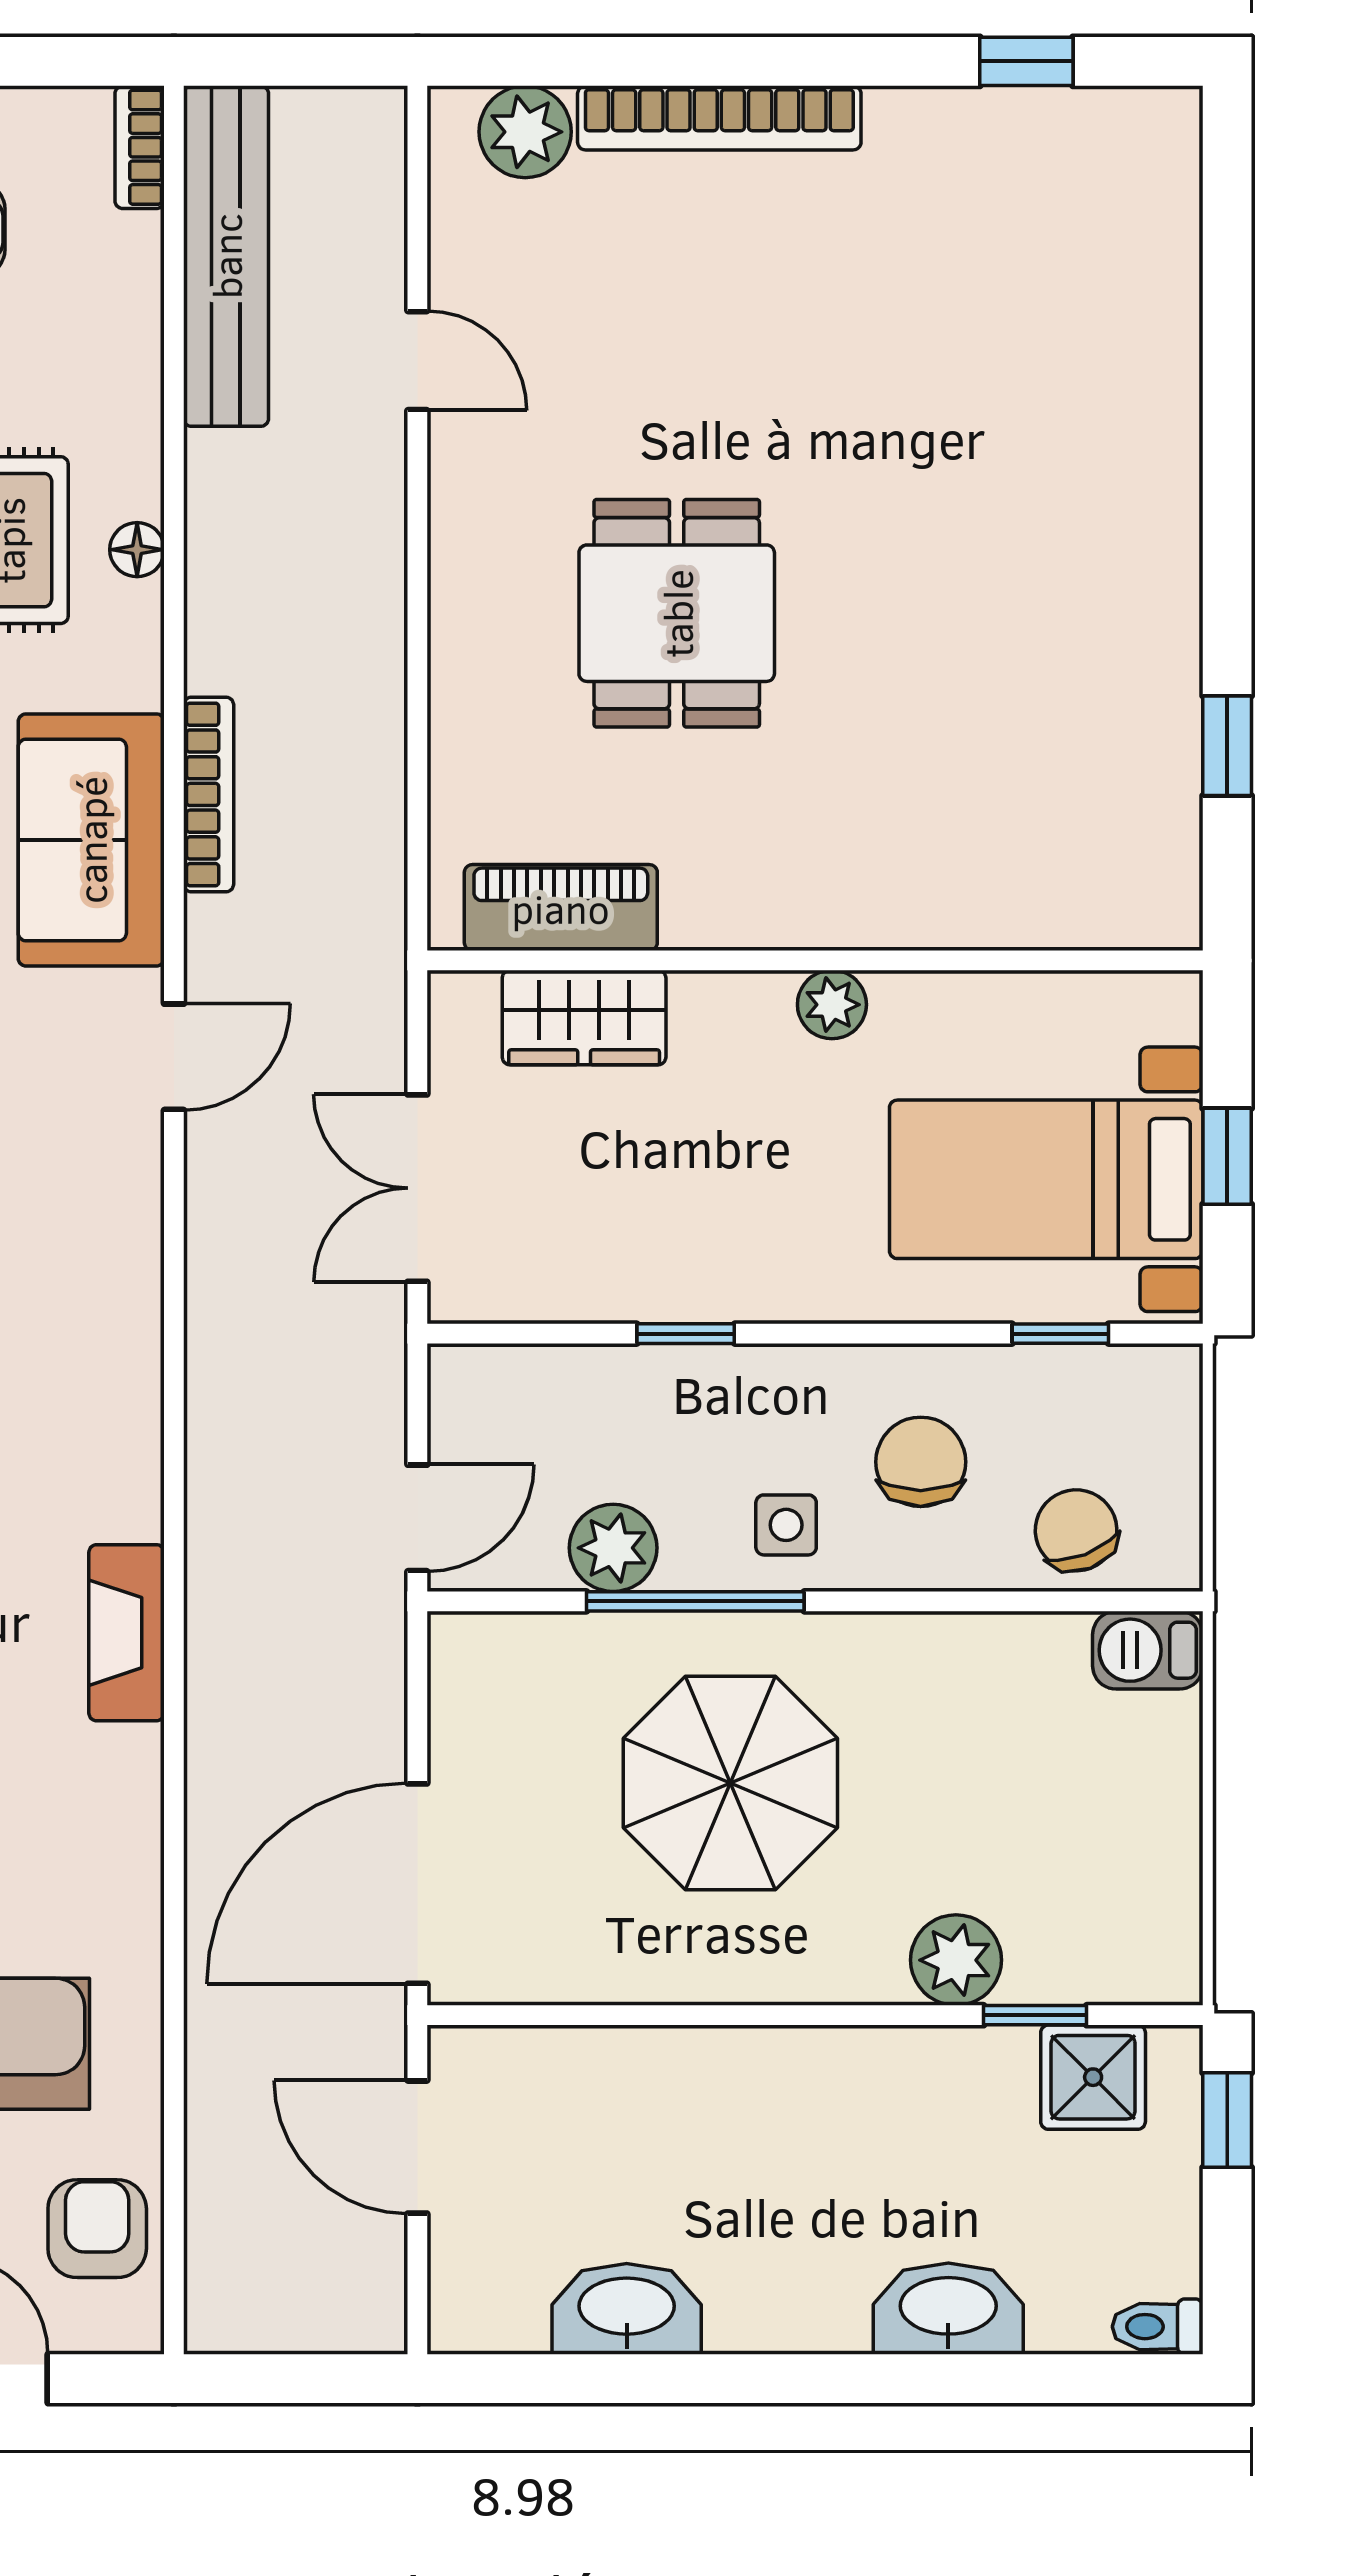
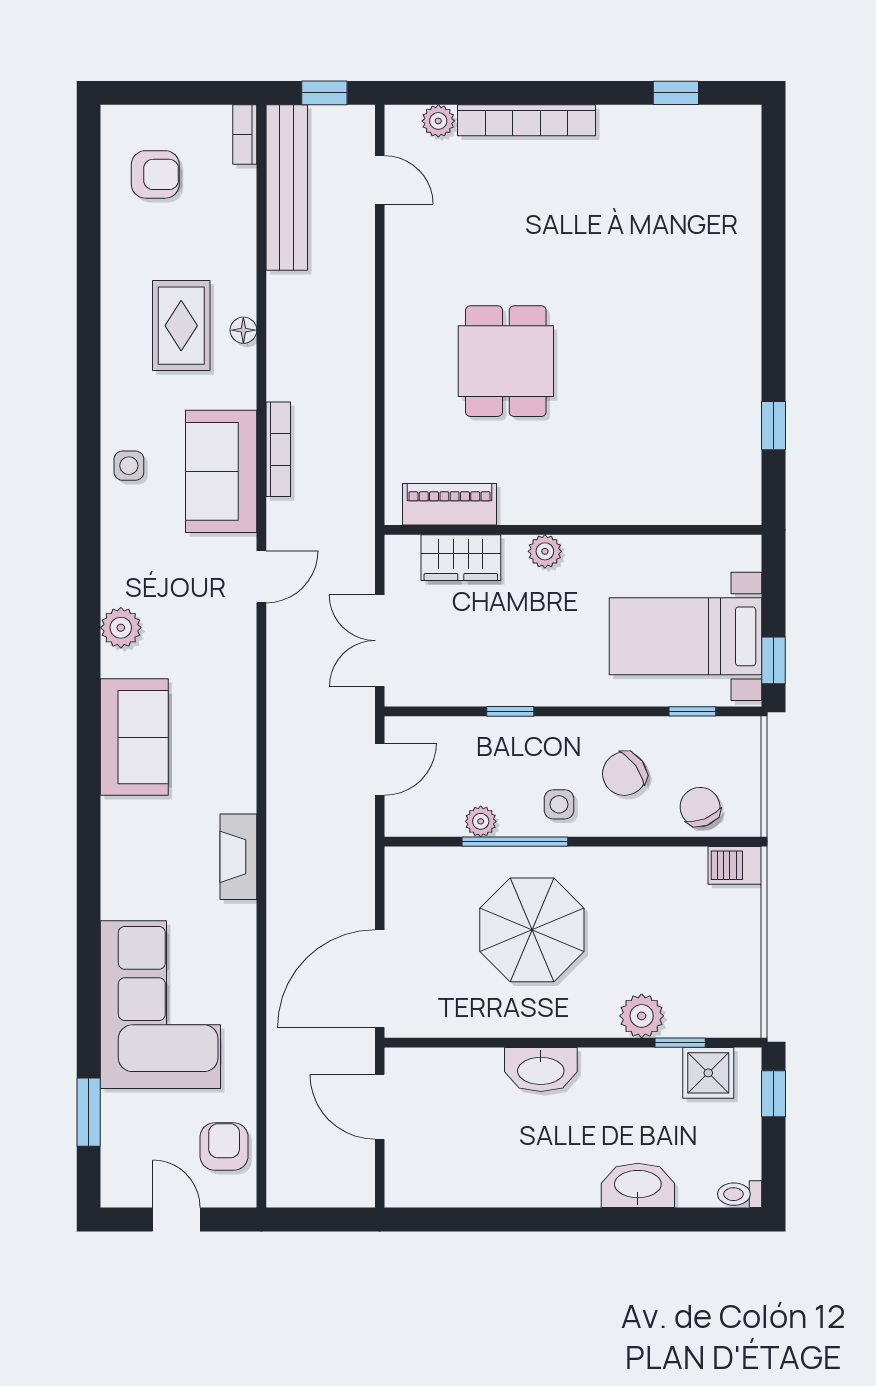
window: (304, 61) -> (324, 93), added
plant: (525, 132) -> (438, 121), width x0.73, depth x0.73
door: (417, 361) -> (380, 180), moved
plant: (832, 1005) -> (545, 551), moved
window: (1227, 1156) -> (773, 660), moved
chair: (921, 1462) -> (624, 774), turned -126
door: (417, 1518) -> (380, 769), moved
plant: (613, 1548) -> (481, 821), width x0.73, depth x0.73
washbasin: (627, 2309) -> (541, 1070), moved, turned 180

